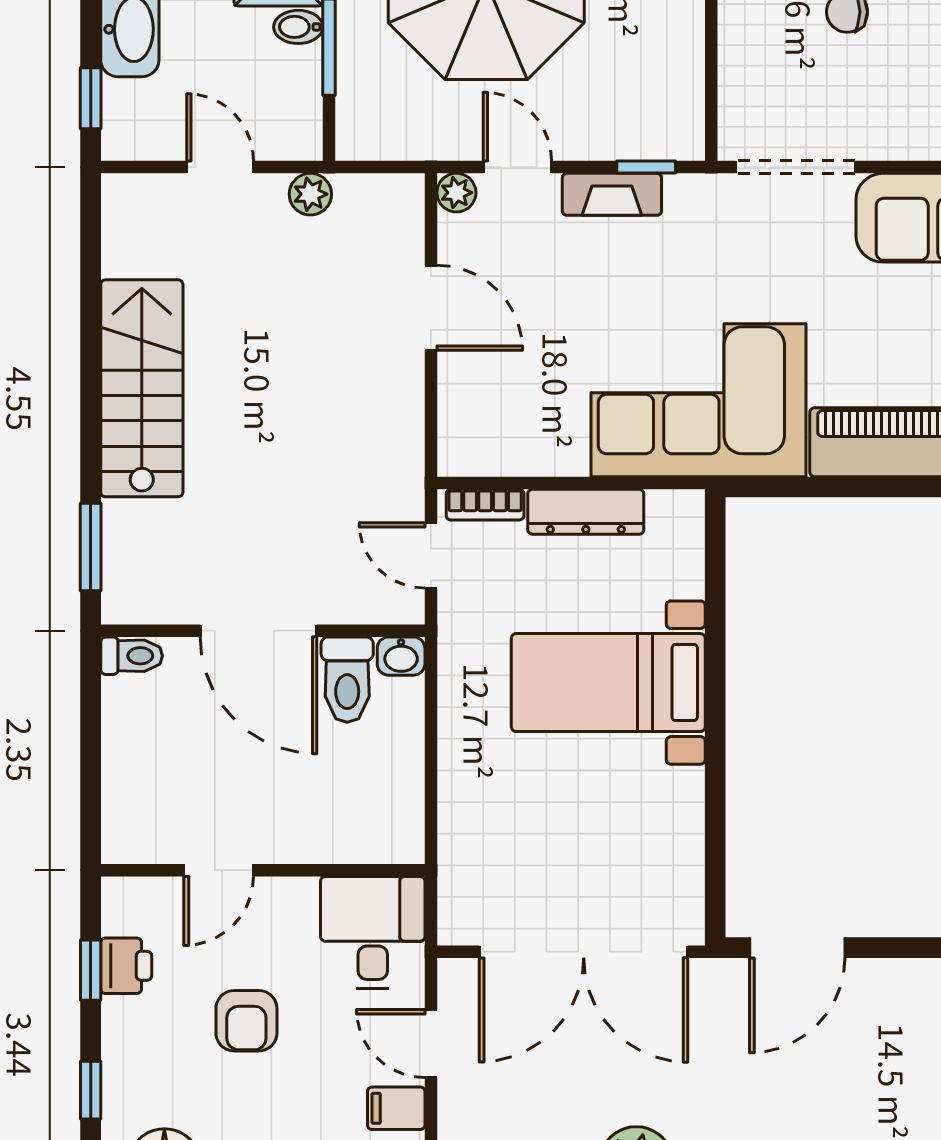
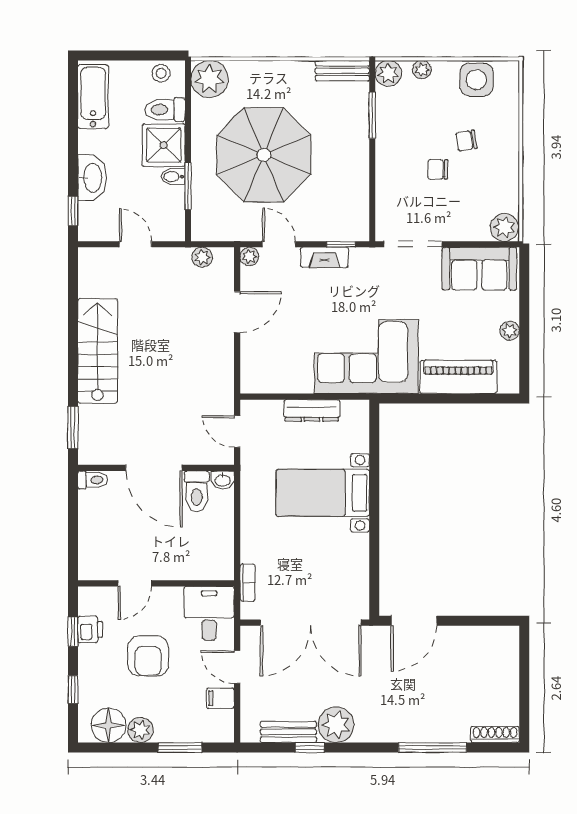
plant: (310, 194) -> (202, 257), moved
door: (431, 308) -> (237, 312), hinge flipped
bookcase: (485, 505) -> (248, 583), moved, turned -90
armchair: (246, 1021) -> (148, 656), width x1.38, depth x1.38

